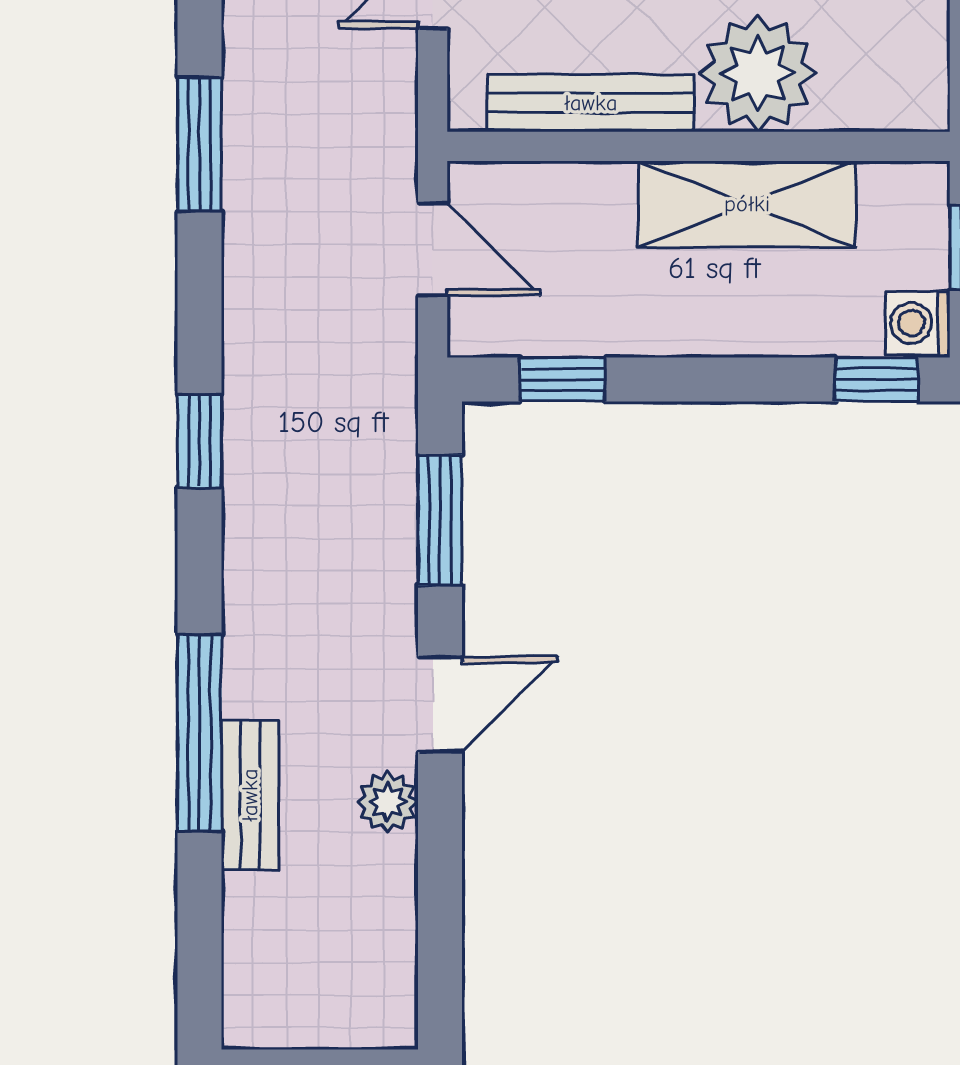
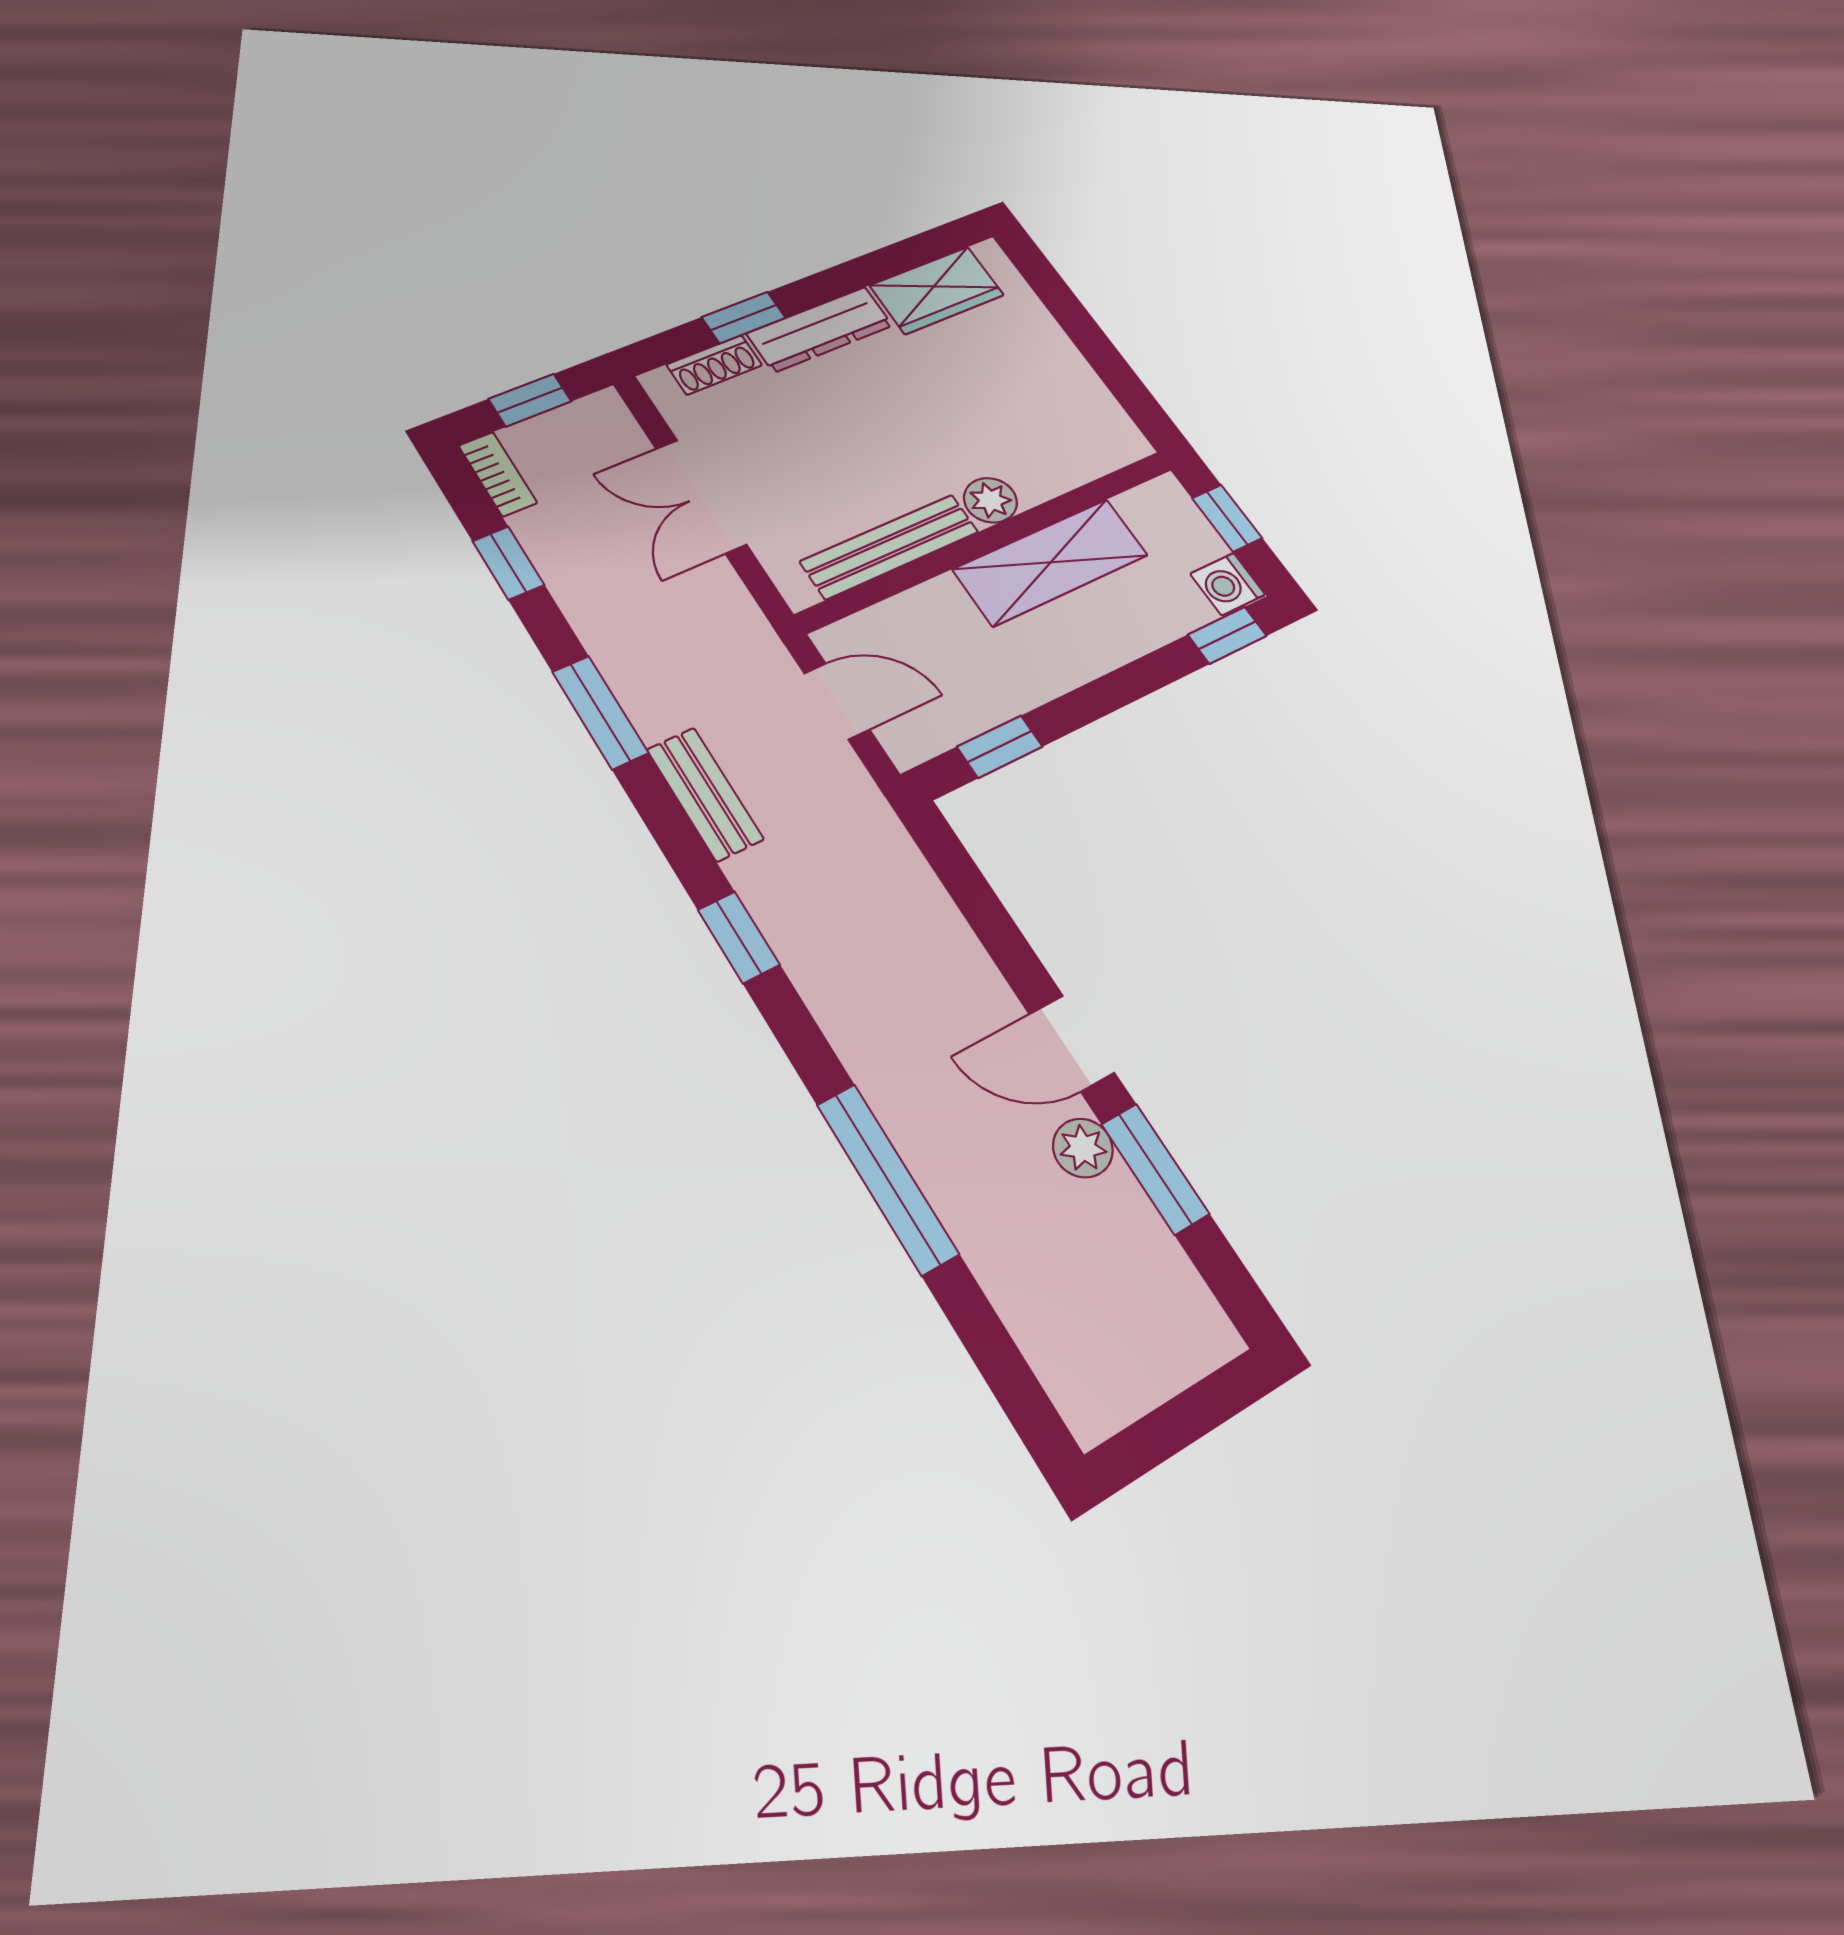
plant: (758, 73) -> (990, 500), width x0.53, depth x0.53
window: (440, 520) -> (1155, 1169), moved
door: (440, 704) -> (1072, 1043), swing flipped
bench: (250, 795) -> (705, 794), moved

